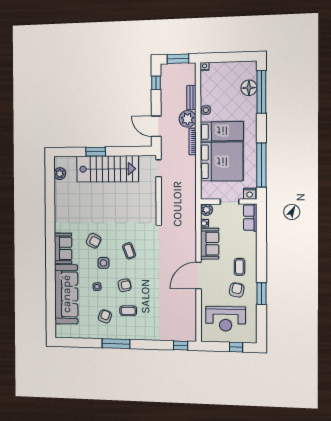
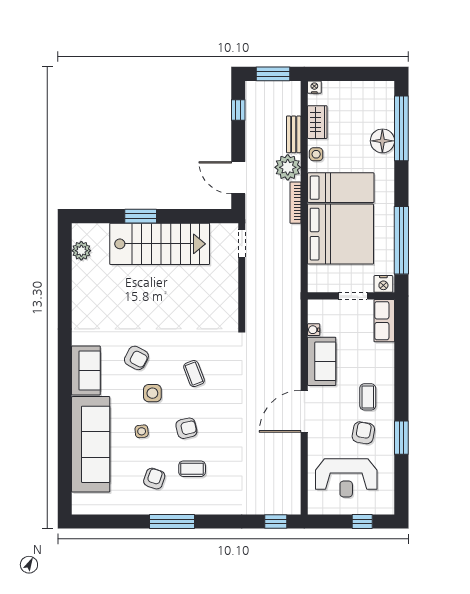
floor lamp: (249, 88) -> (382, 141), moved
wardrobe: (206, 89) -> (317, 122), added
plant: (206, 210) -> (317, 309), removed

